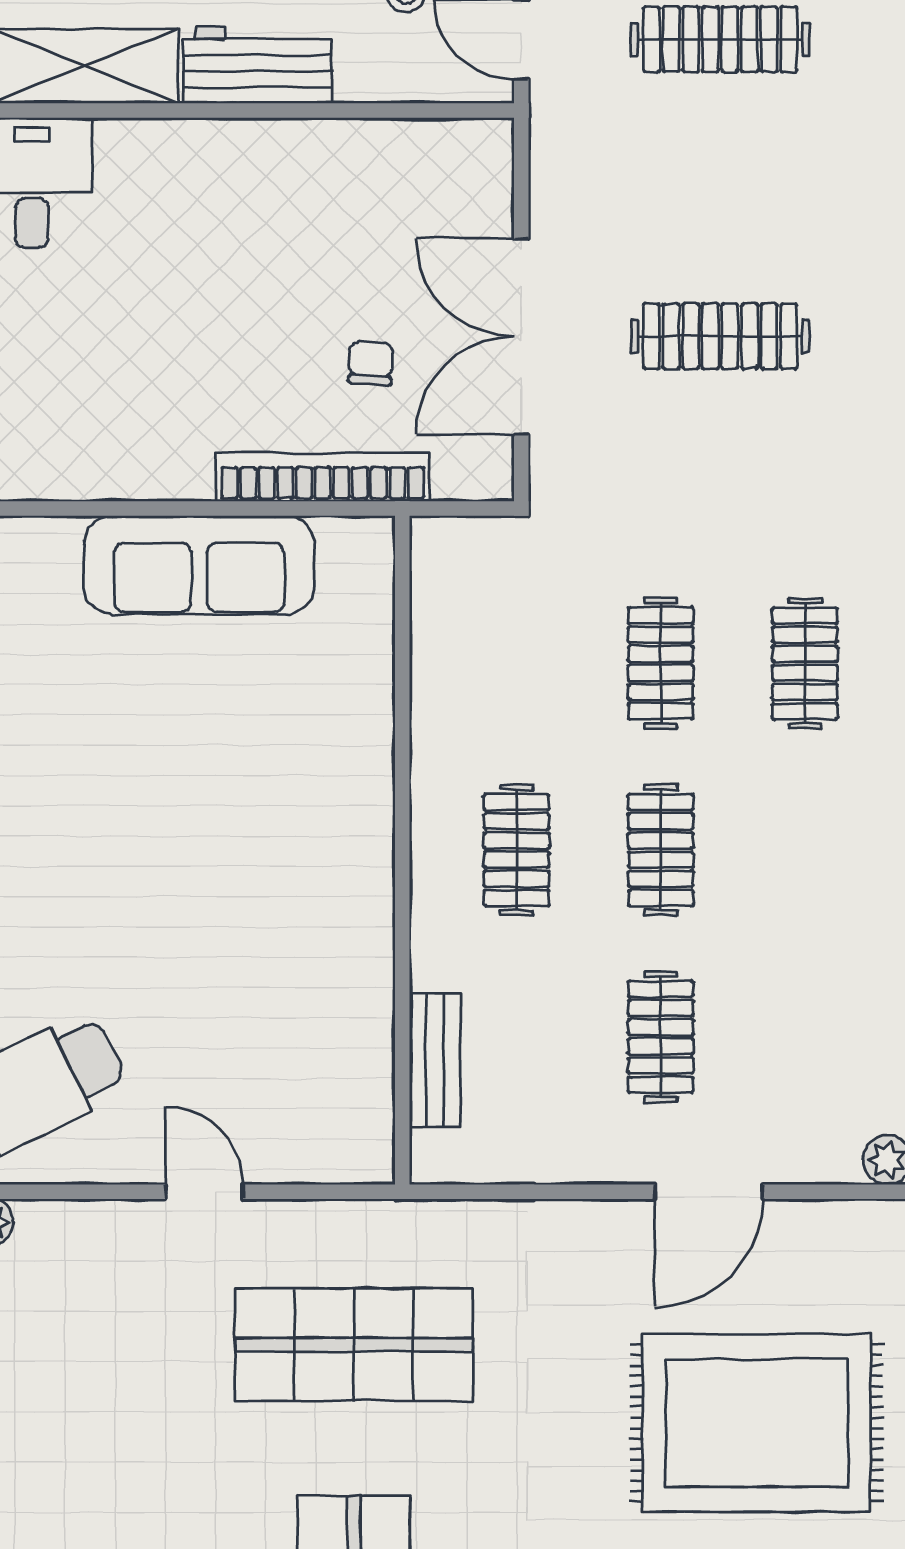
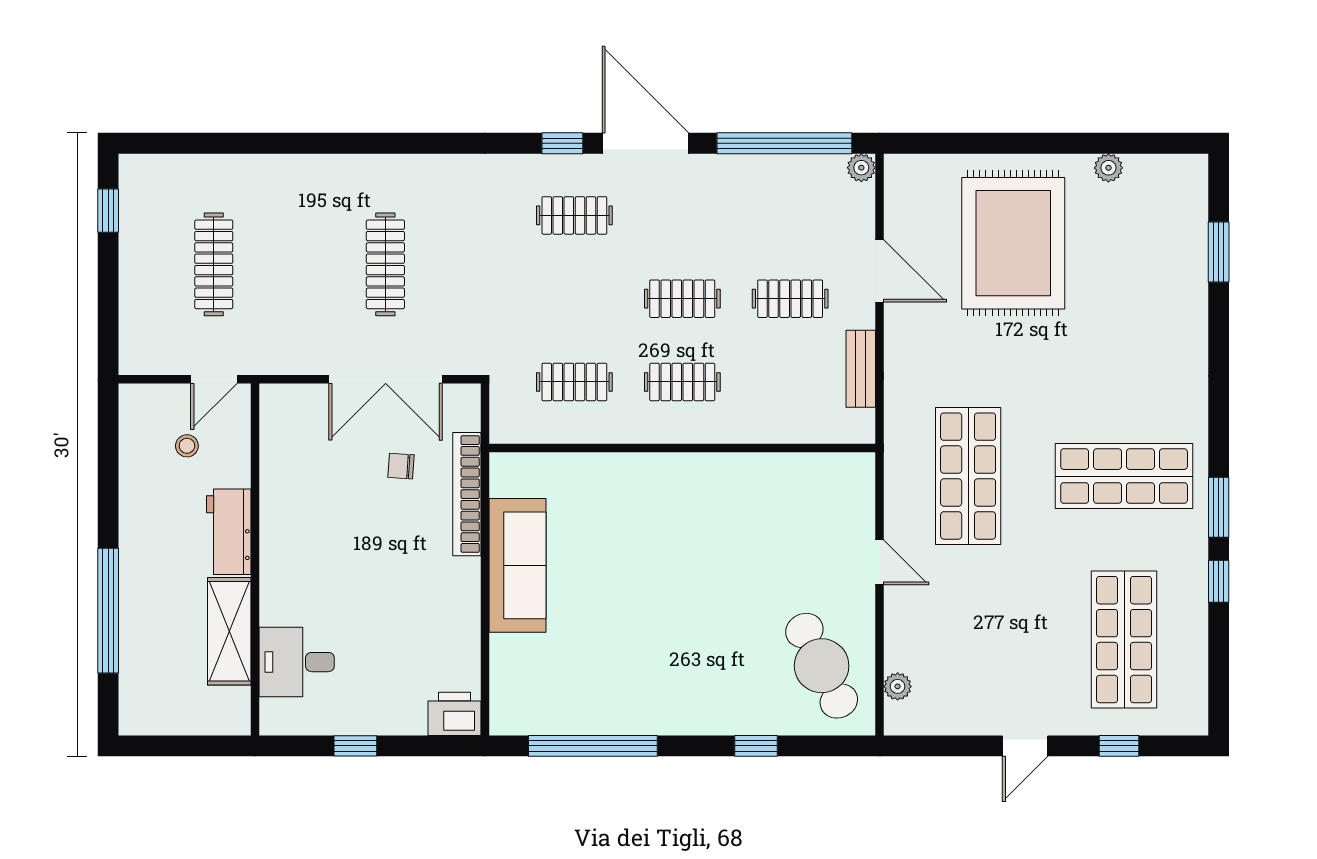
clothes rail: (661, 663) -> (574, 382), moved
bench: (435, 1060) -> (861, 369), moved, turned 90
door: (204, 1192) -> (880, 562), swing flipped

